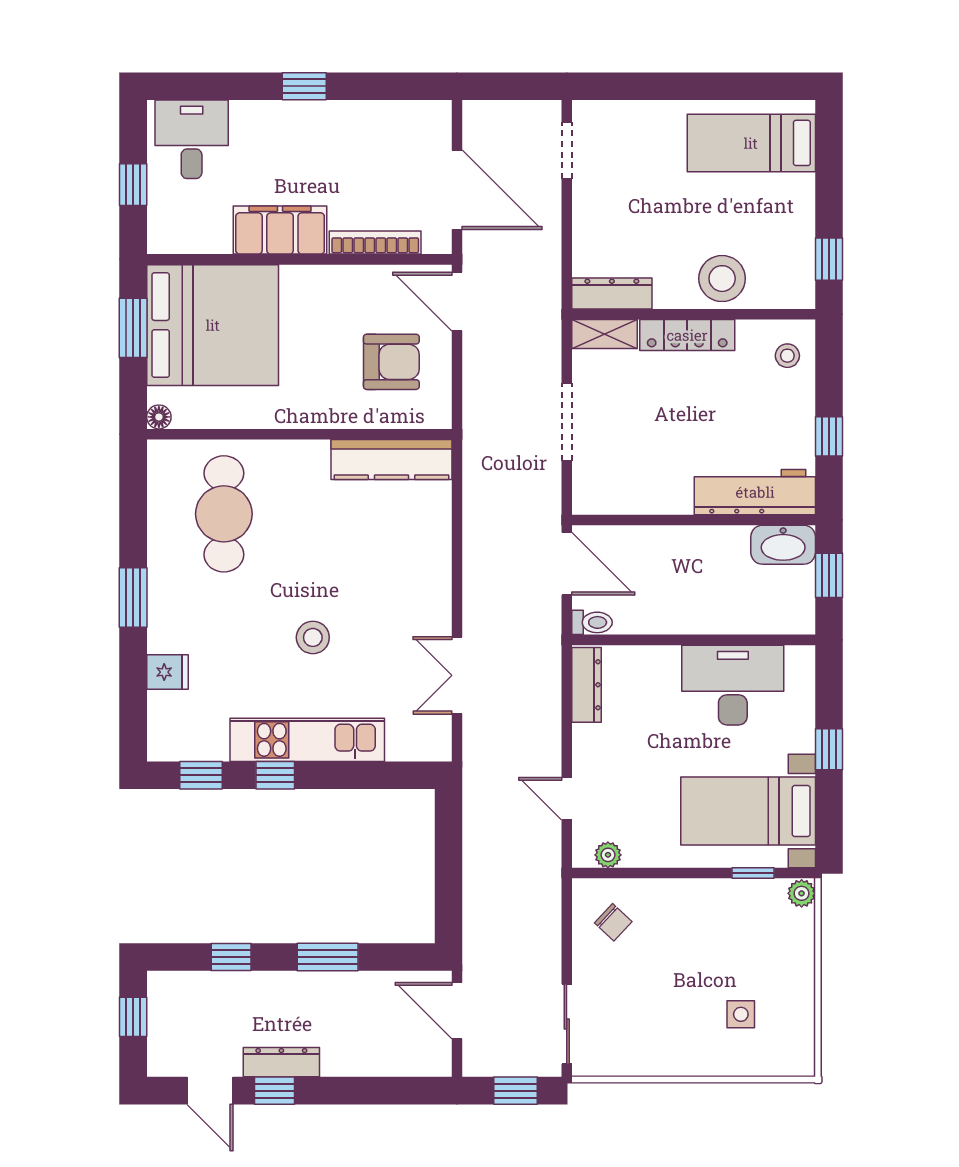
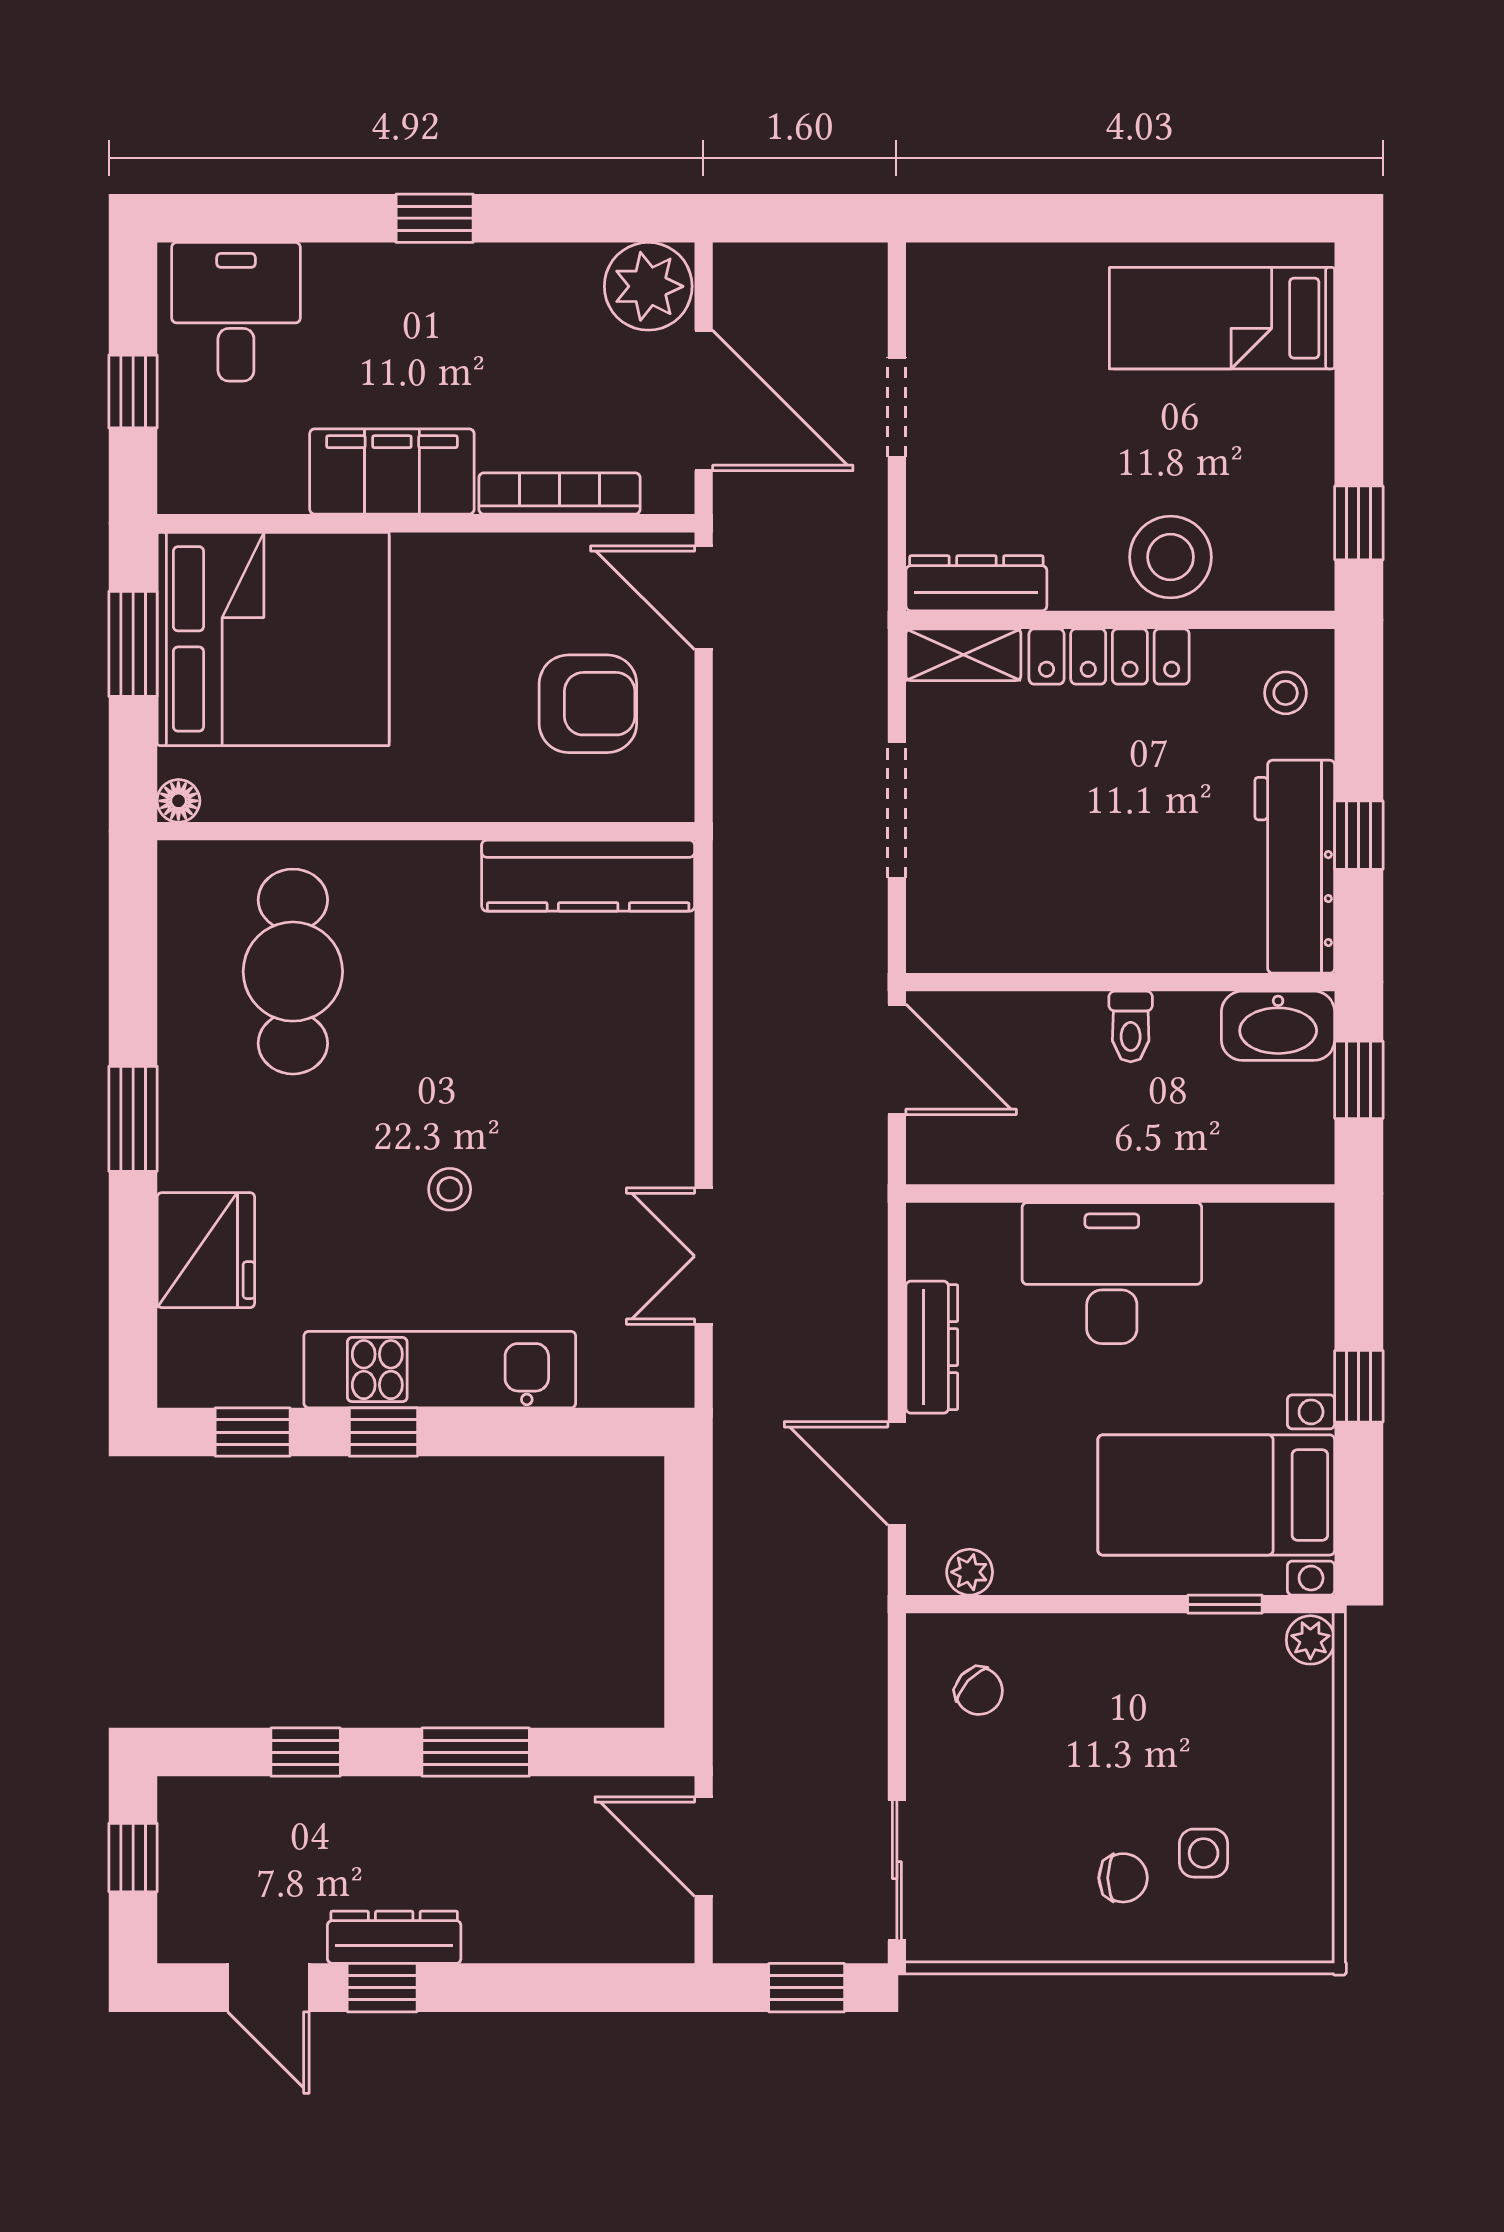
plant: (426, 125) -> (648, 286), added
doorway: (567, 150) -> (897, 407), moved
workbench: (755, 492) -> (1295, 867), moved, turned -90
toilet: (592, 622) -> (1131, 1027), moved, turned 90
stool: (313, 637) -> (450, 1189), width x0.73, depth x0.73
fridge: (167, 672) -> (206, 1250), width x1.88, depth x1.34
dresser: (587, 685) -> (932, 1347), moved
desk: (733, 685) -> (1112, 1273), moved
door: (567, 799) -> (897, 1473), width x1.38
chair: (695, 1028) -> (1123, 1878), added

